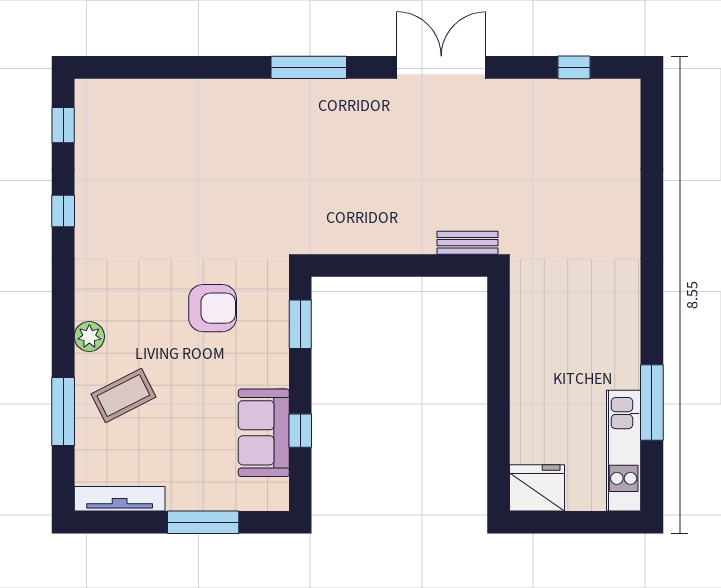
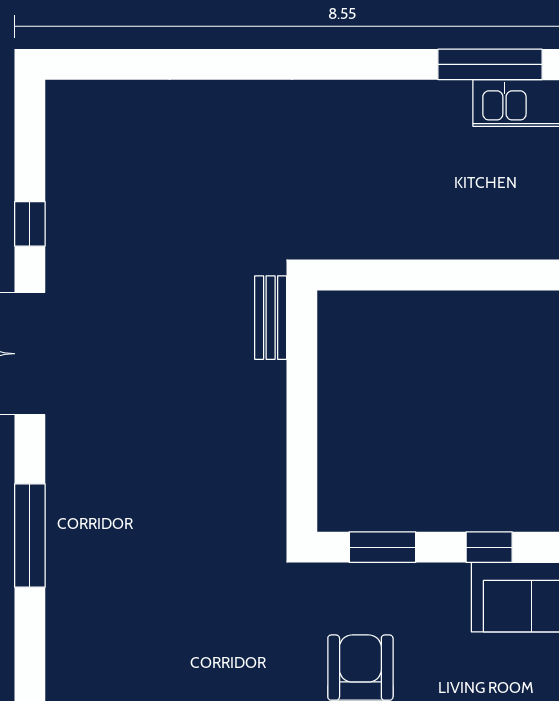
window: (574, 67) -> (30, 224), moved
window: (300, 431) -> (489, 547), moved

